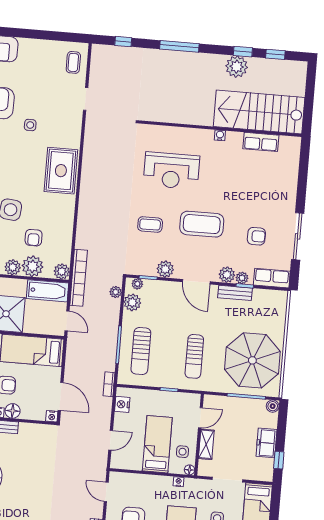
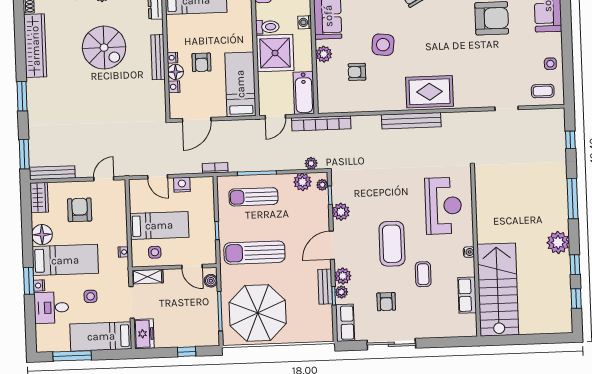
plant: (237, 67) -> (558, 242), moved
stairs: (259, 112) -> (498, 290), moved
side table: (30, 125) -> (550, 64), moved
wall: (220, 129) -> (476, 252), moved
water cooler: (220, 135) -> (469, 252), moved
row of seats: (261, 142) -> (467, 295), moved
reception desk: (171, 171) -> (443, 206), turned 180
bench: (86, 191) -> (411, 121), added
coffee table: (150, 224) -> (423, 274), moved
plant: (33, 266) -> (327, 74), removed
plant: (62, 271) -> (326, 105), removed
sun lounger: (194, 356) -> (254, 253), width x1.36, depth x1.34
nightstand: (122, 404) -> (182, 185), moved
boiler: (273, 406) -> (211, 281), moved
nightstand: (52, 416) -> (174, 87), moved
freezer: (266, 443) -> (144, 334), moved, turned 90
shelving: (206, 444) -> (148, 277), moved
window: (279, 460) -> (187, 352), moved
floor lamp: (189, 470) -> (137, 262), removed

